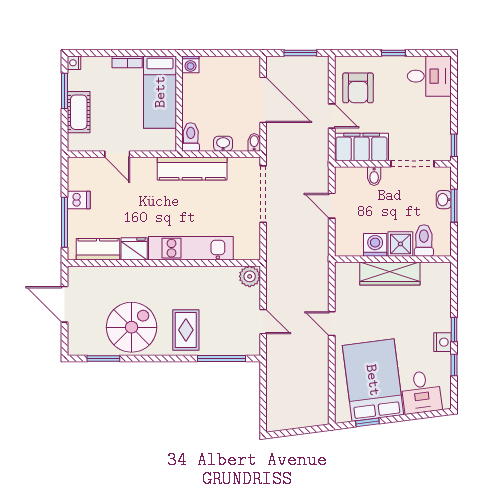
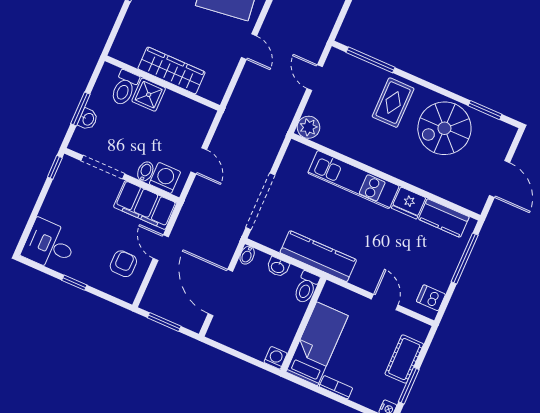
armchair: (358, 88) -> (123, 264), width x0.72, depth x0.72
dishwasher: (79, 200) -> (431, 298), moved
washing machine: (375, 245) -> (165, 178), moved, turned 180

